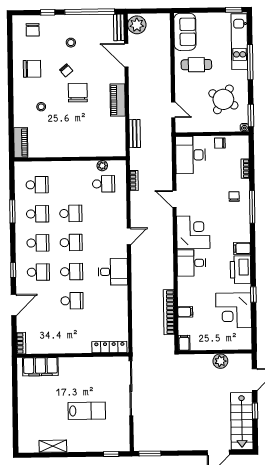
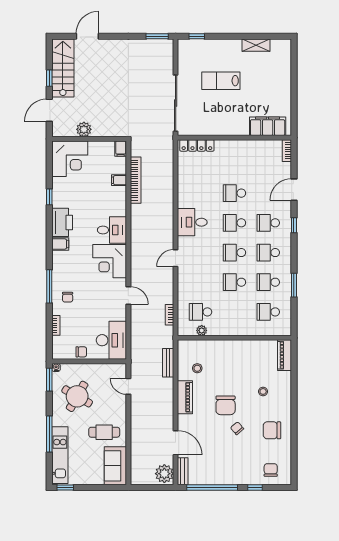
stool: (71, 43) -> (197, 368), moved
corner desk: (234, 310) -> (70, 159), moved, turned 90

